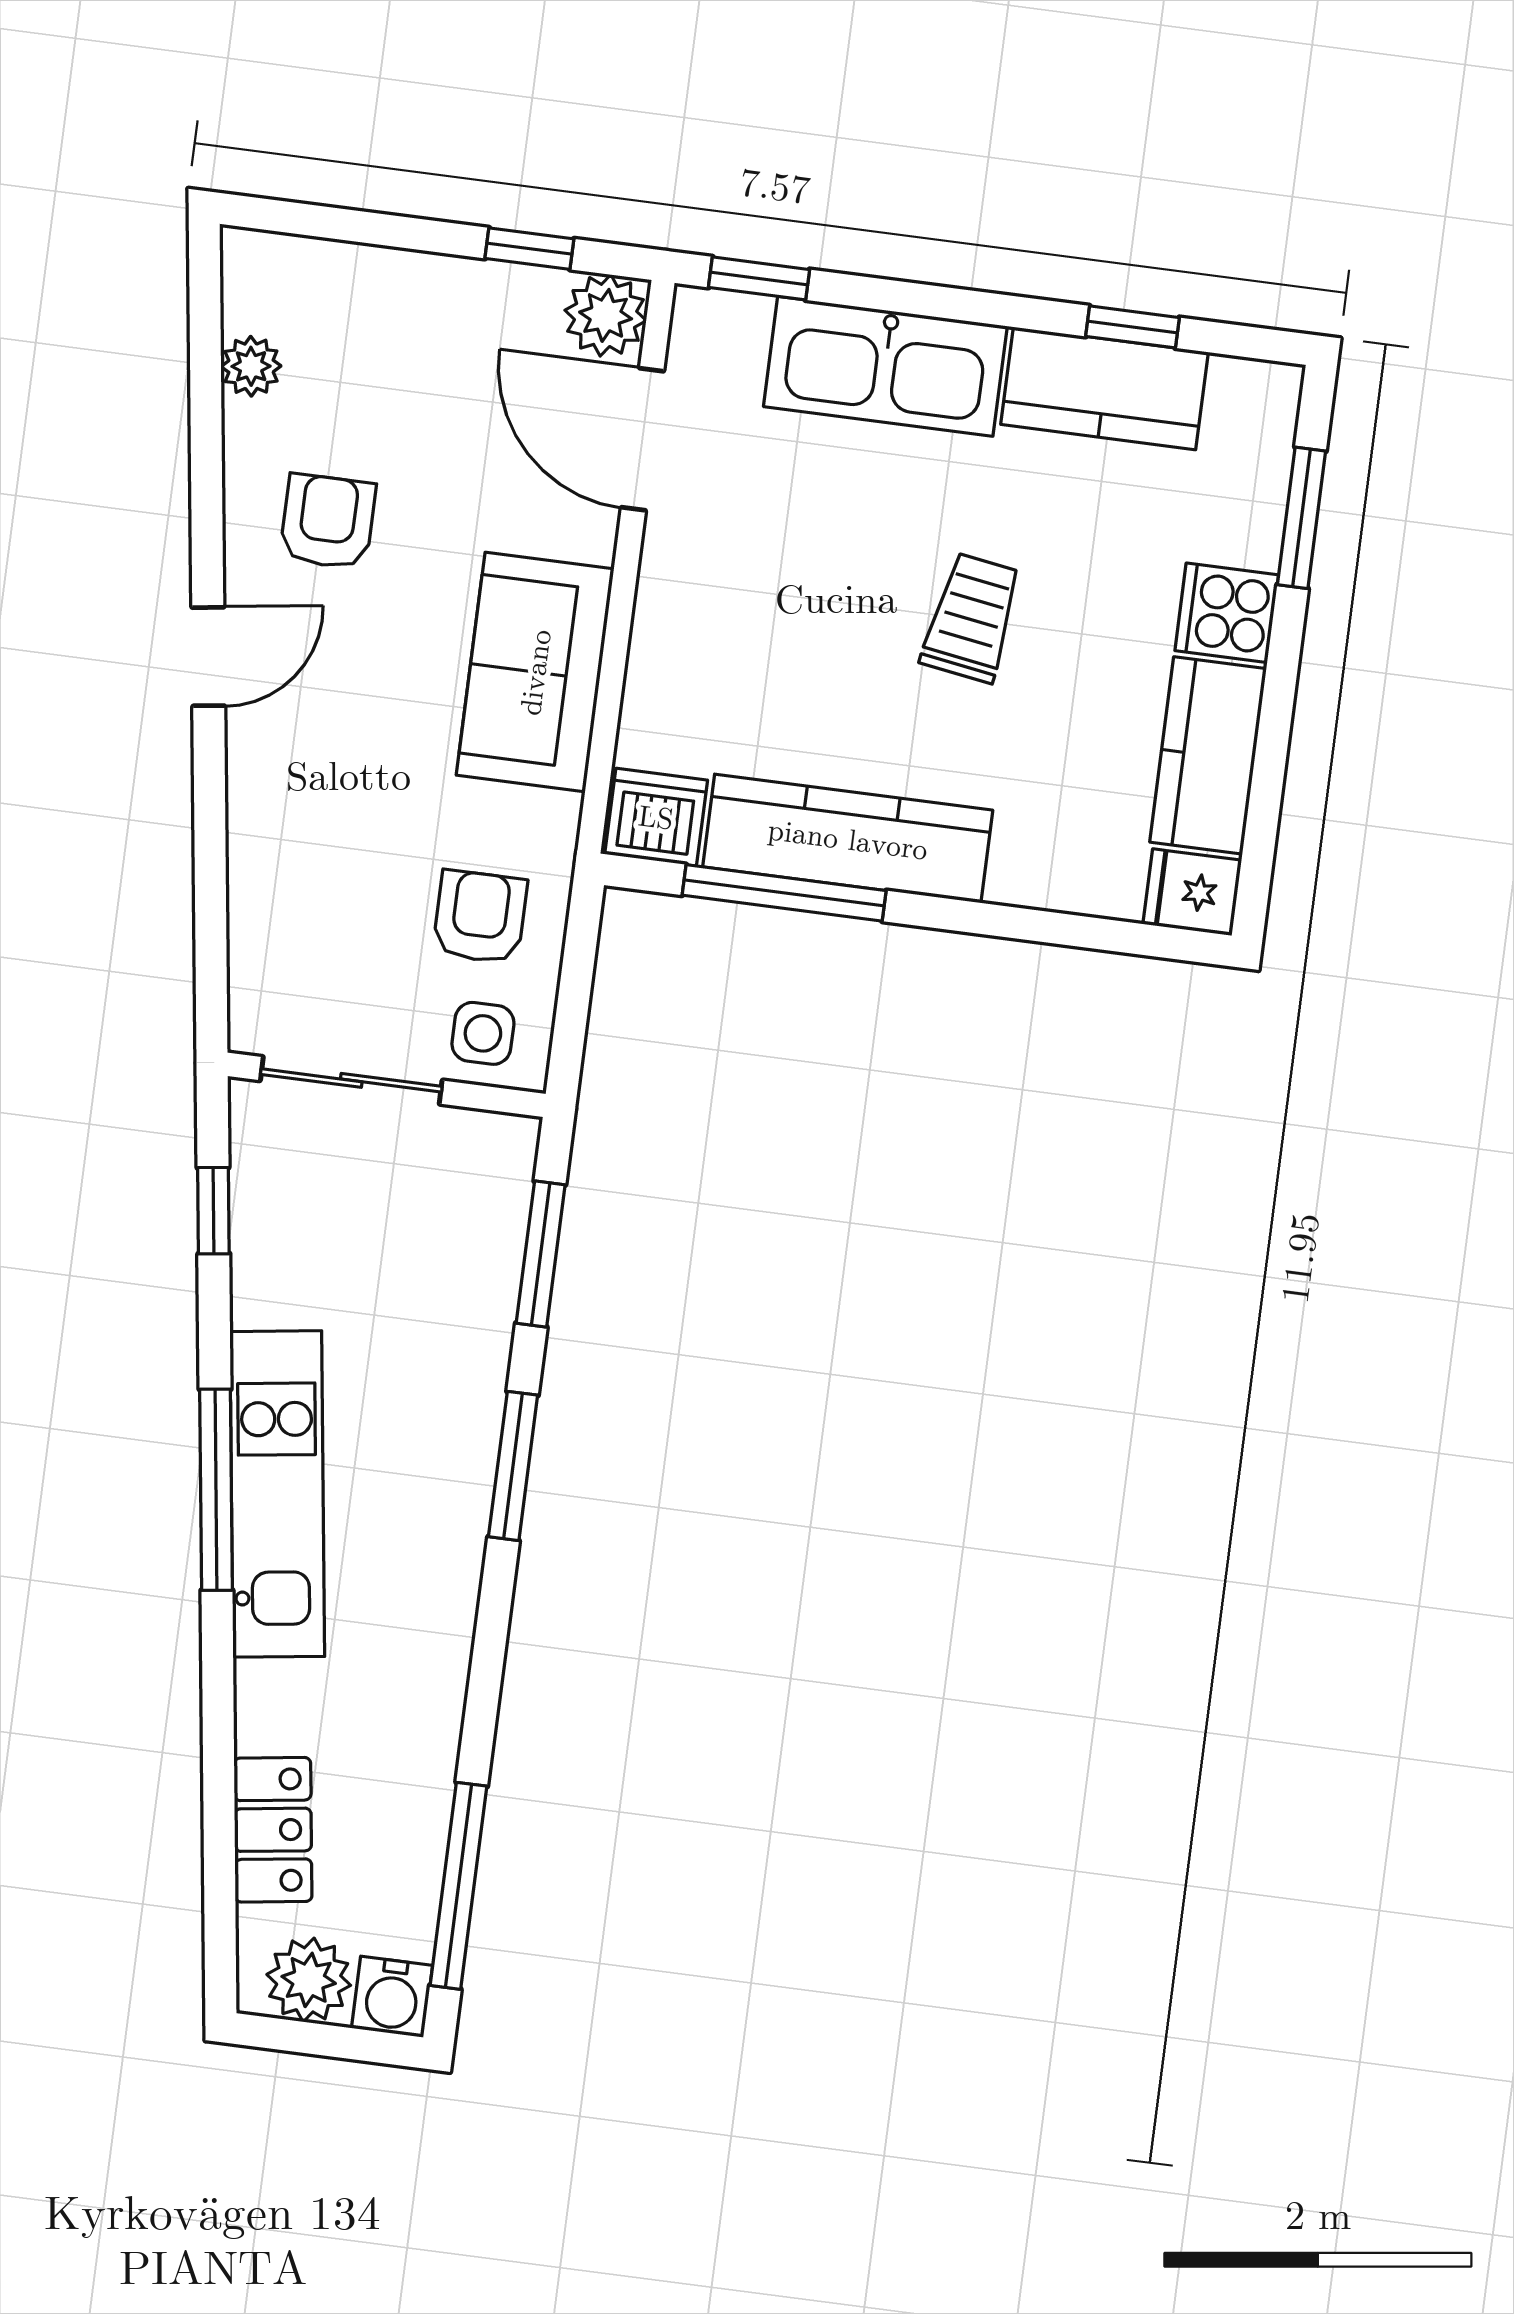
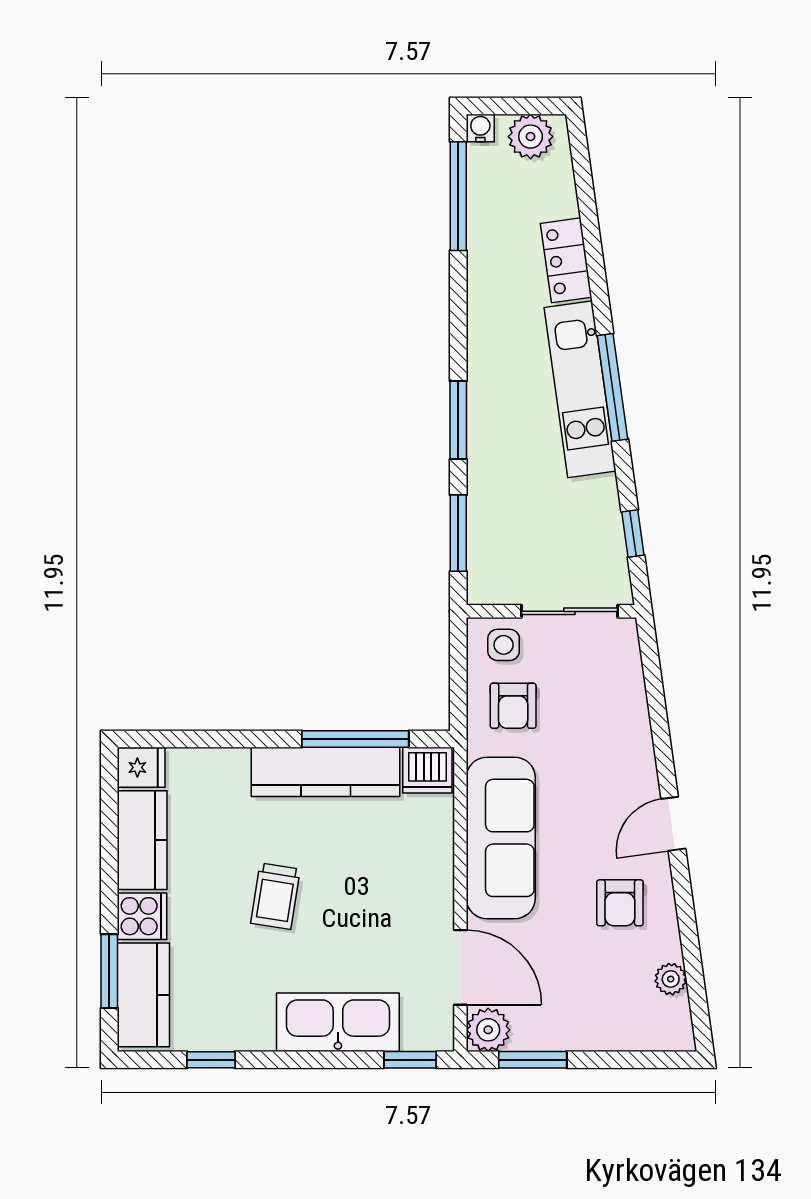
window: (529, 249) -> (533, 1060), width x1.50
kitchen counter: (1105, 388) -> (143, 995), moved, turned 90
sofa: (535, 672) -> (501, 838), width x1.36
locker: (273, 1830) -> (566, 260), moved
water cooler: (392, 1997) -> (480, 128), width x0.72, depth x0.72

